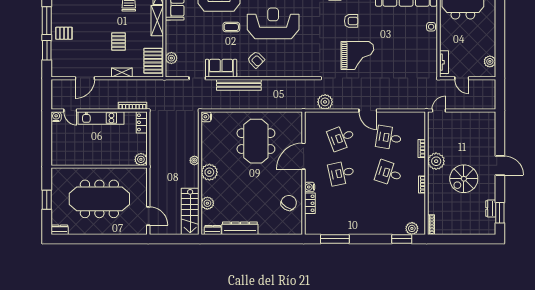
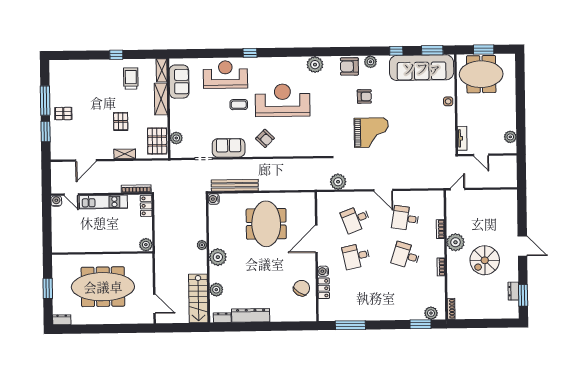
bench: (239, 85) -> (235, 185), moved

